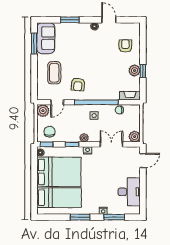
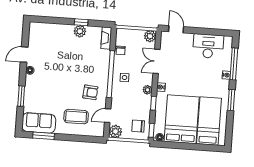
armchair: (125, 46) -> (53, 39), removed
door: (57, 102) -> (108, 116), swing flipped
window: (114, 217) -> (234, 64), width x1.44

